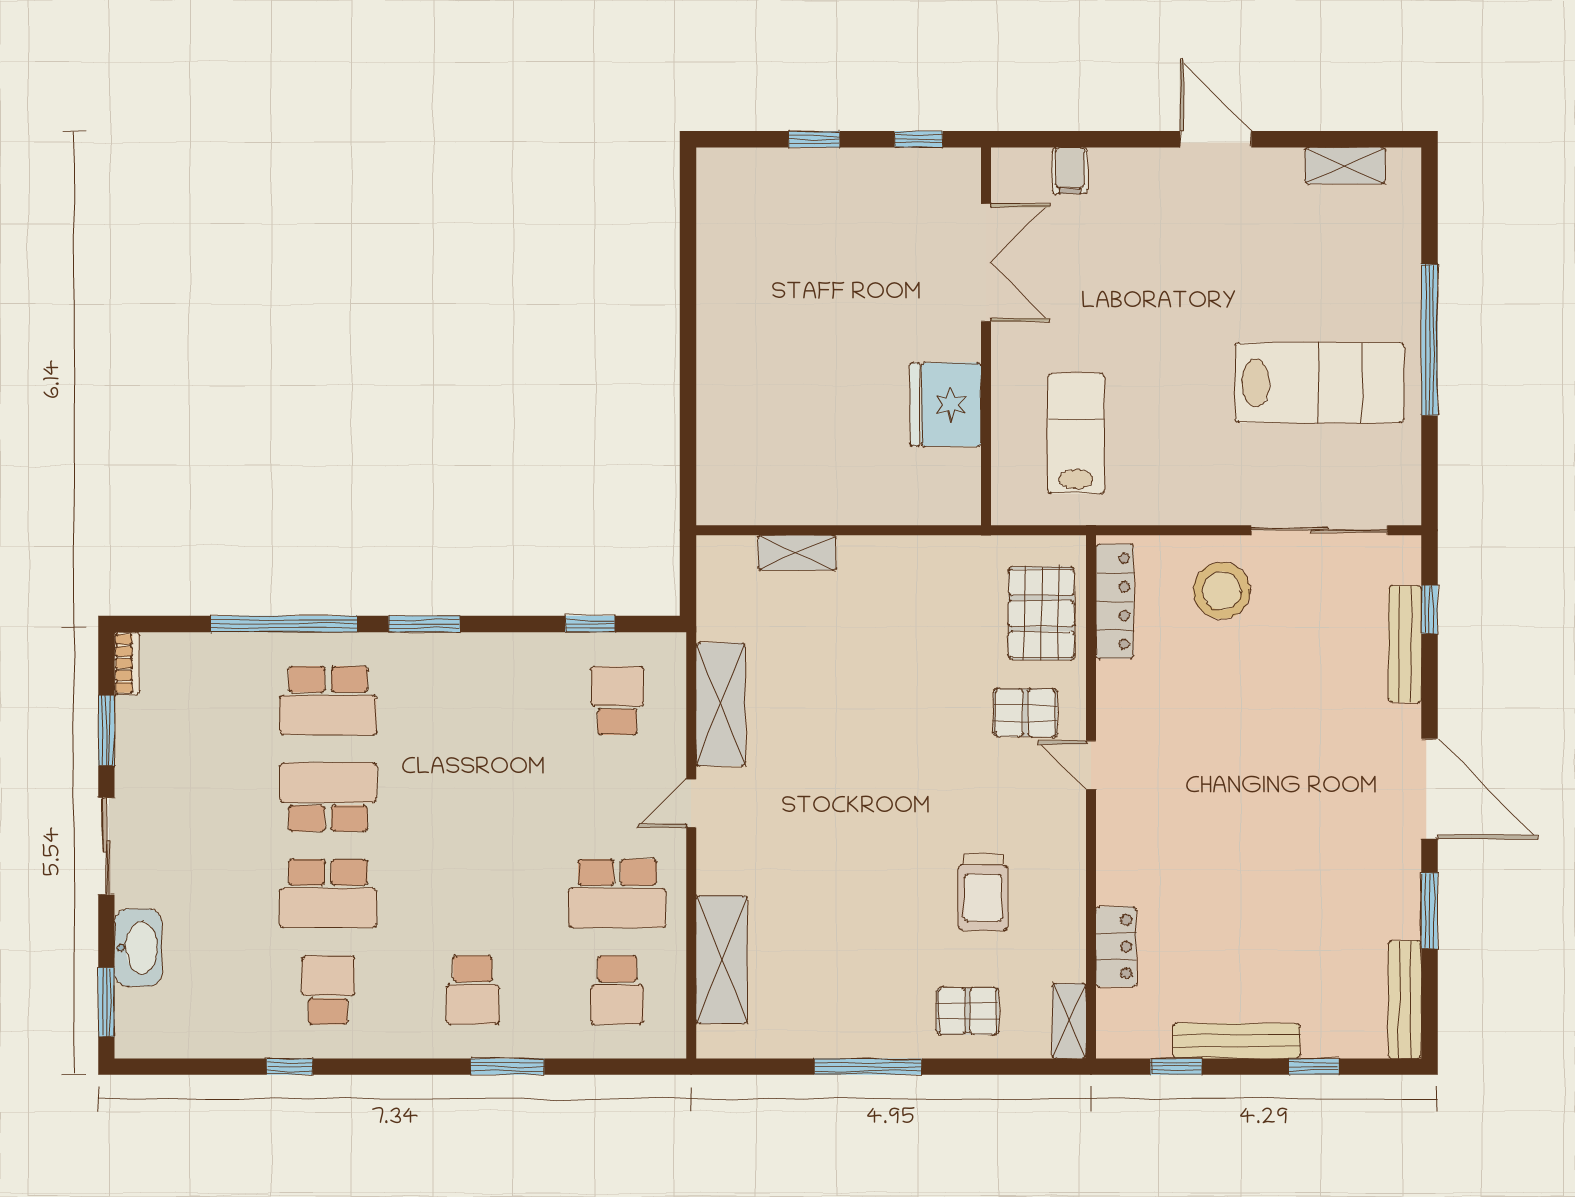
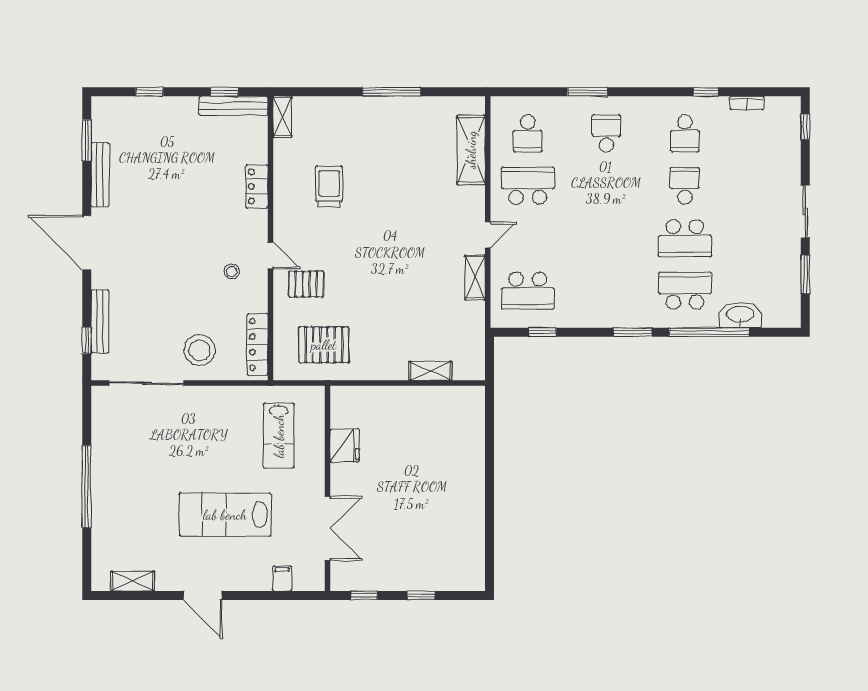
double door: (986, 263) -> (328, 528), swing flipped
lab bench: (1320, 383) -> (225, 515), moved
fridge: (946, 405) -> (345, 445), width x0.73, depth x0.75
pallet: (1041, 613) -> (324, 345), moved, turned 90
bookcase: (127, 663) -> (747, 103), moved, turned -90
school desk: (617, 701) -> (528, 291), width x1.85
shelving: (721, 704) -> (475, 277), width x0.67, depth x0.75
stool: (1162, 736) -> (232, 272), added
school desk: (328, 894) -> (685, 186), width x0.54
window: (1429, 911) -> (87, 140), moved
locker: (1116, 947) -> (257, 186), moved
washbasin: (138, 948) -> (740, 315), moved, turned 90
school desk: (617, 990) -> (528, 133), turned 180
bench: (1405, 1000) -> (100, 175), moved
window: (106, 1002) -> (805, 127), width x0.67
pallet: (968, 1011) -> (338, 122), removed
bench: (1237, 1041) -> (233, 106), moved

